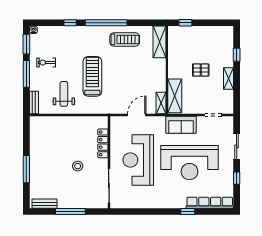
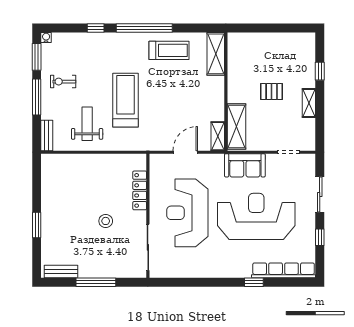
window: (185, 23) -> (251, 28), removed
reception desk: (189, 163) -> (256, 216), turned 180
window: (26, 169) -> (37, 225), width x0.69

